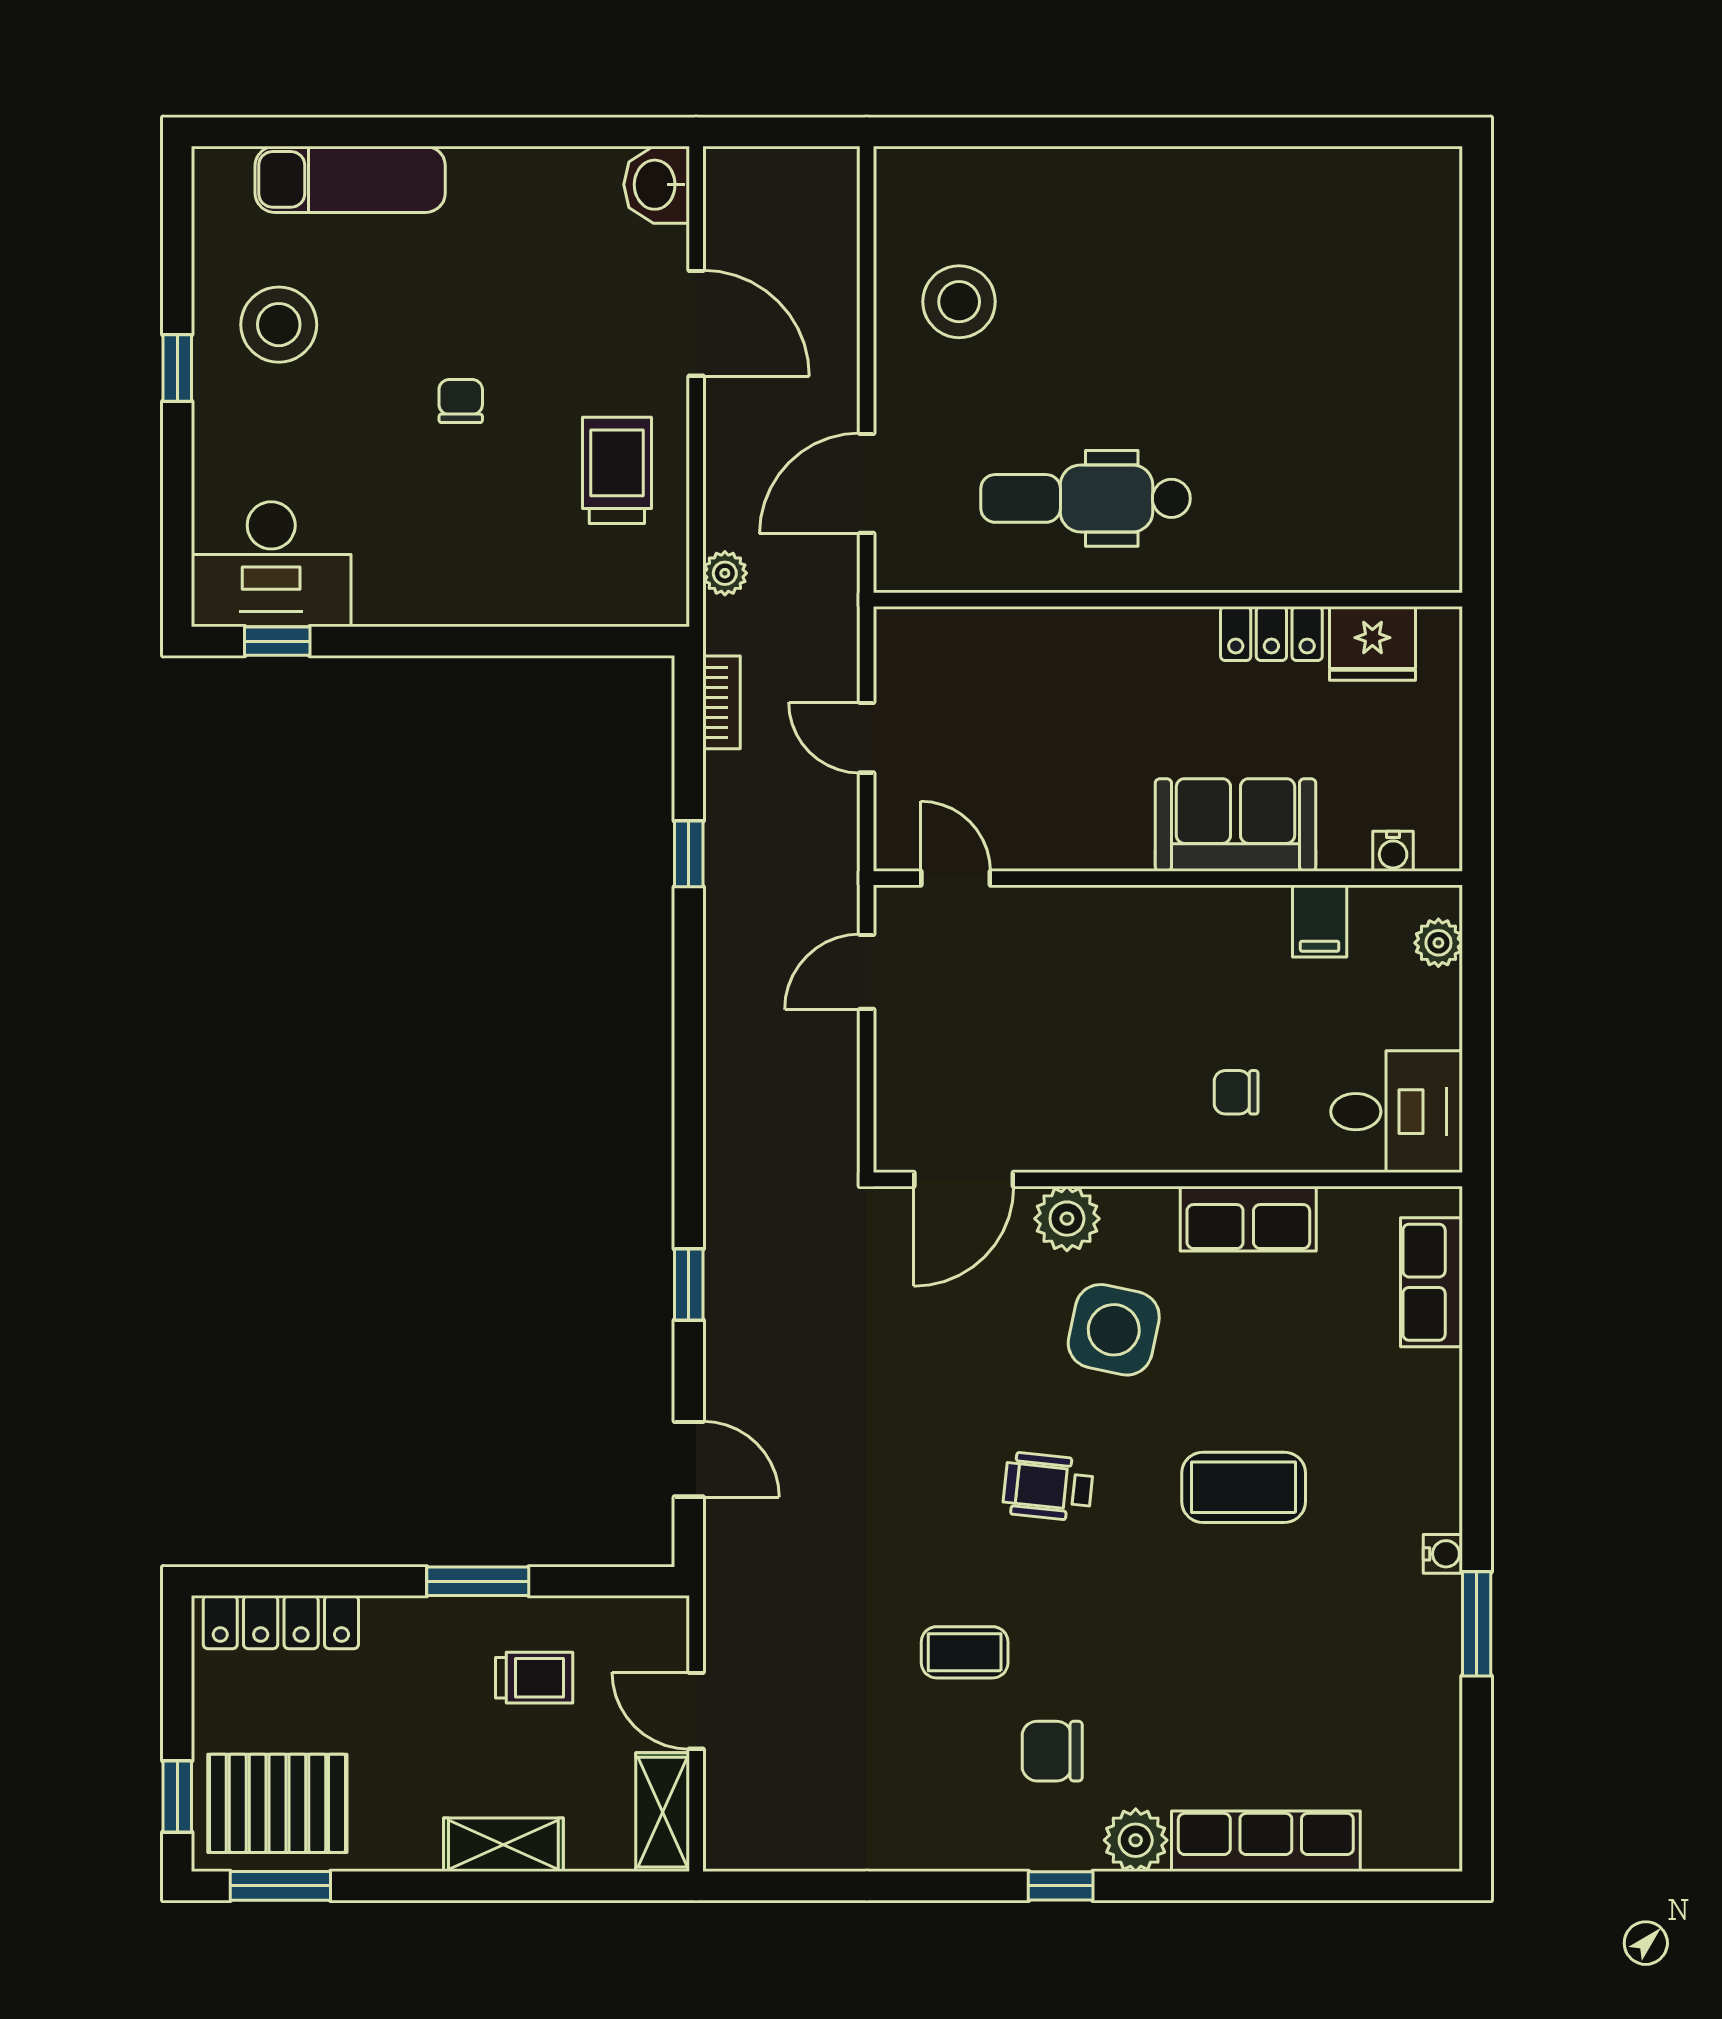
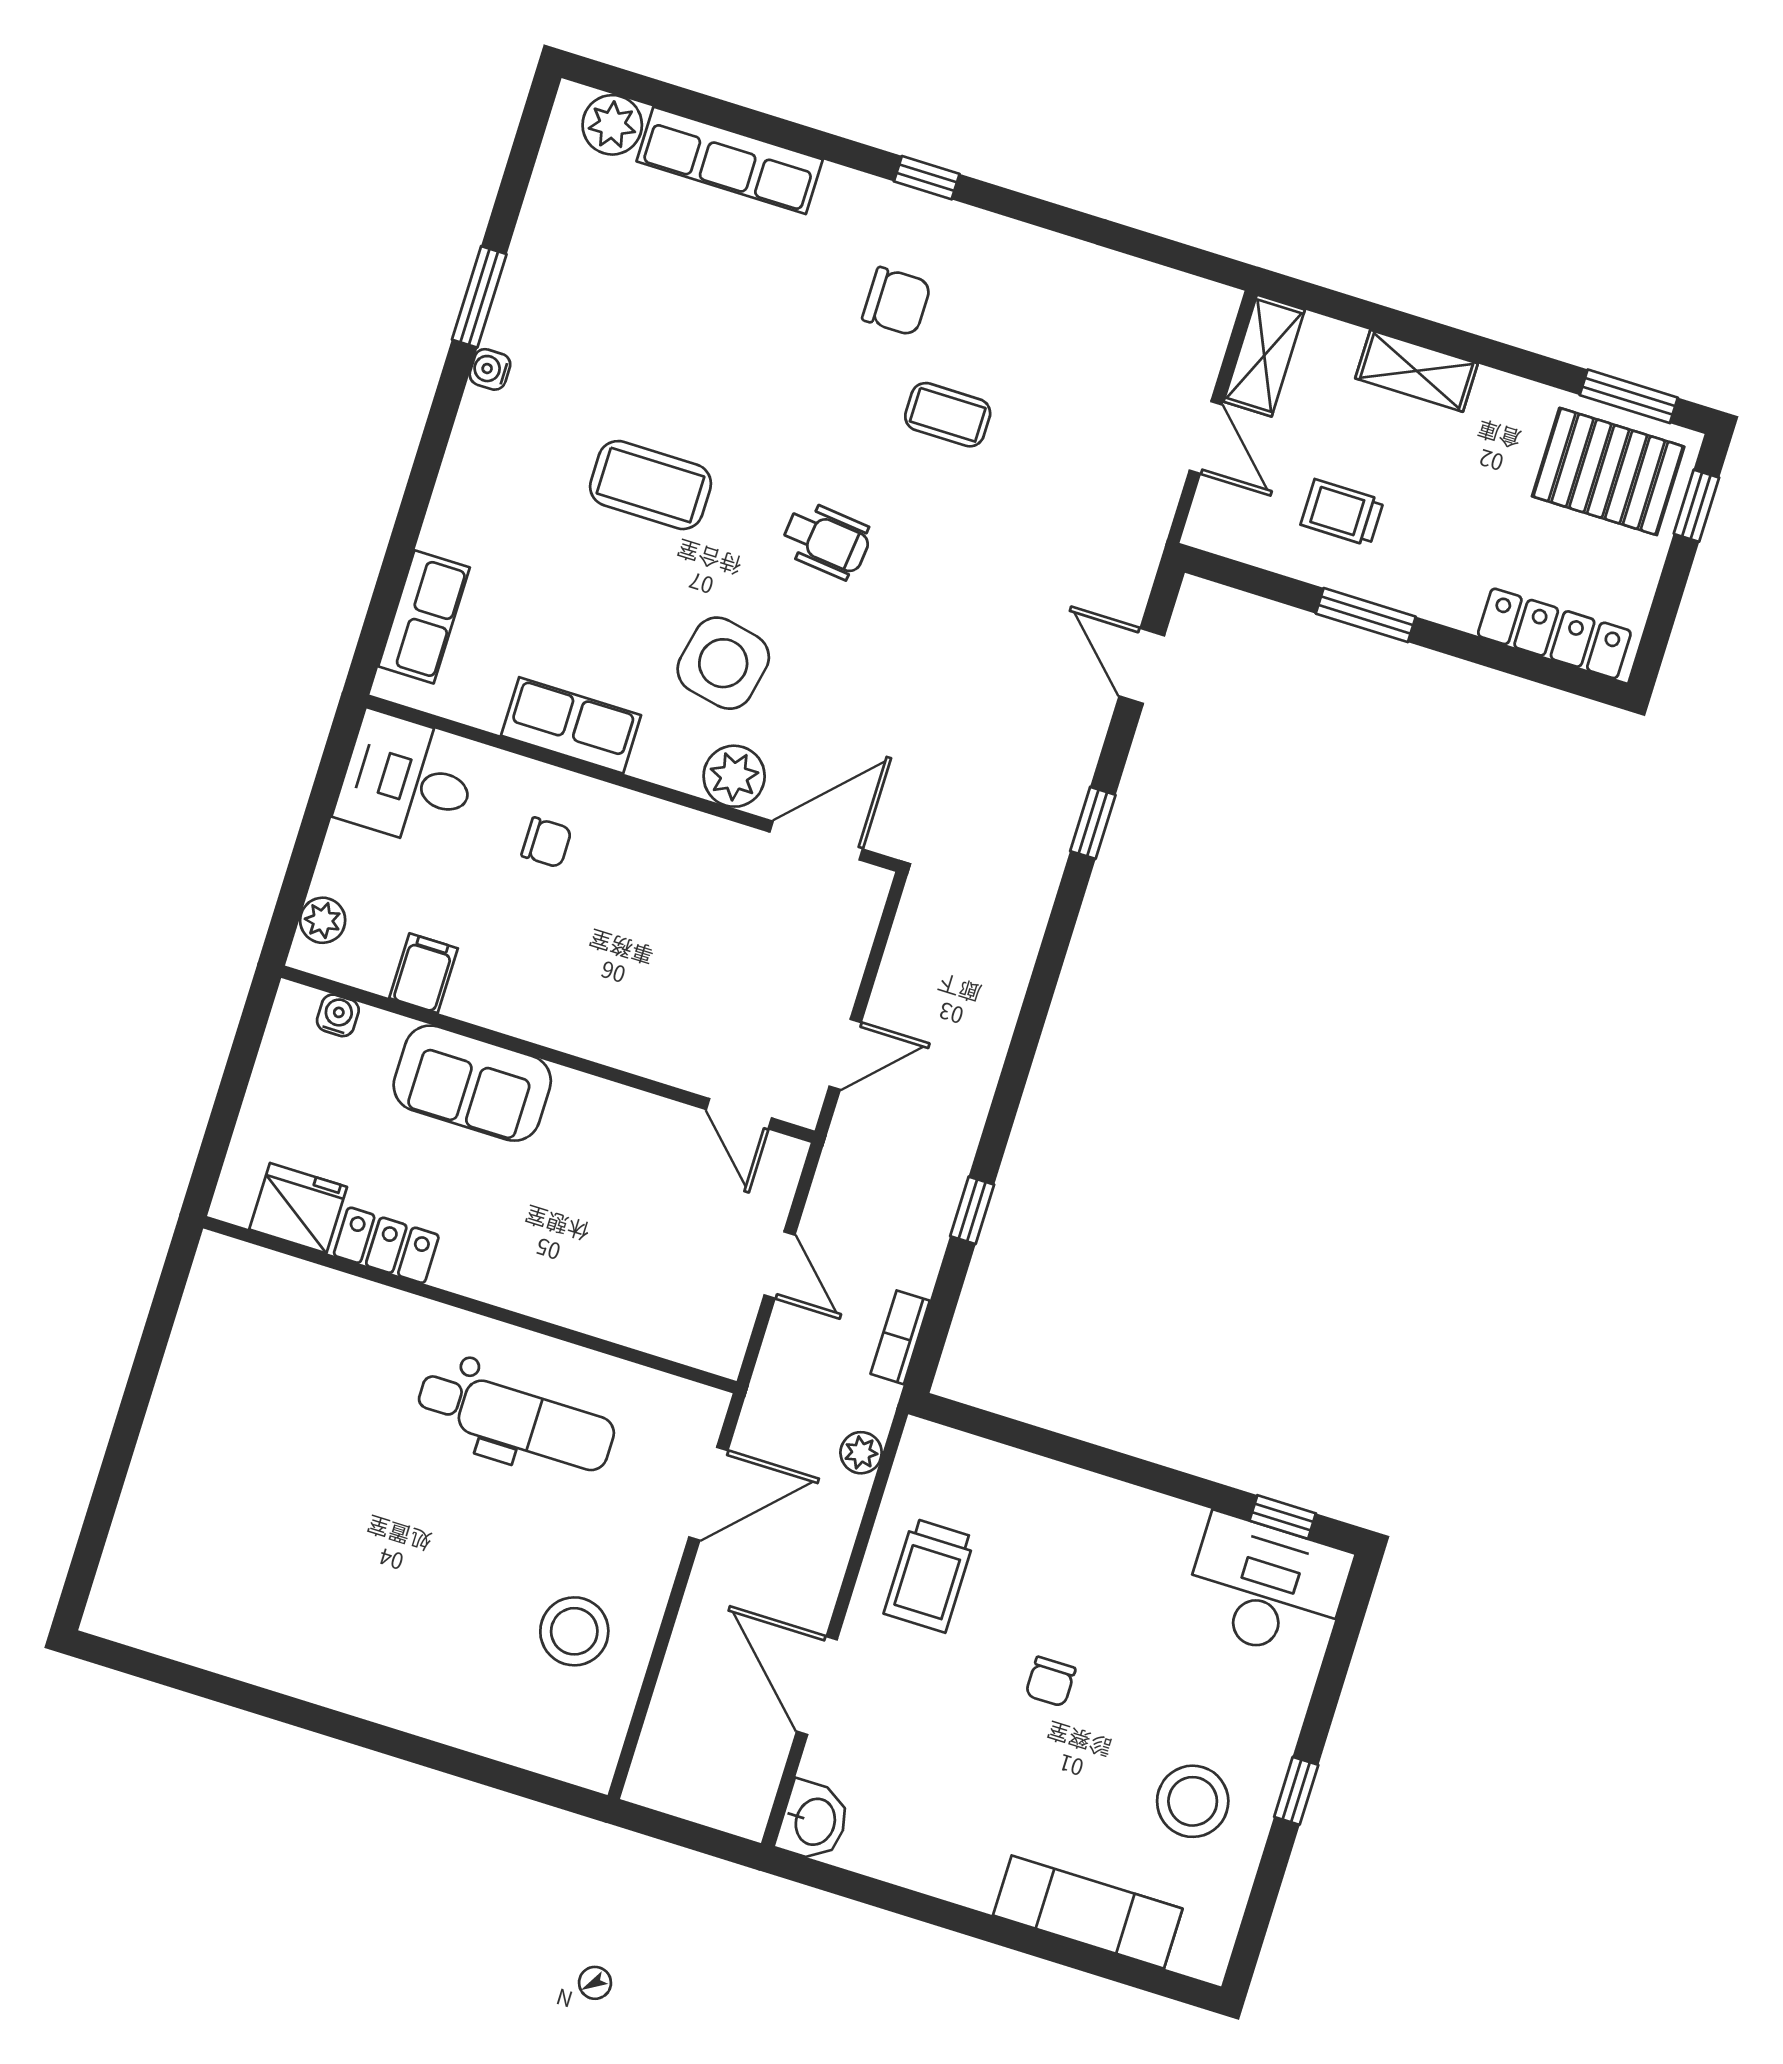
plant: (1136, 1840) -> (612, 125), moved

